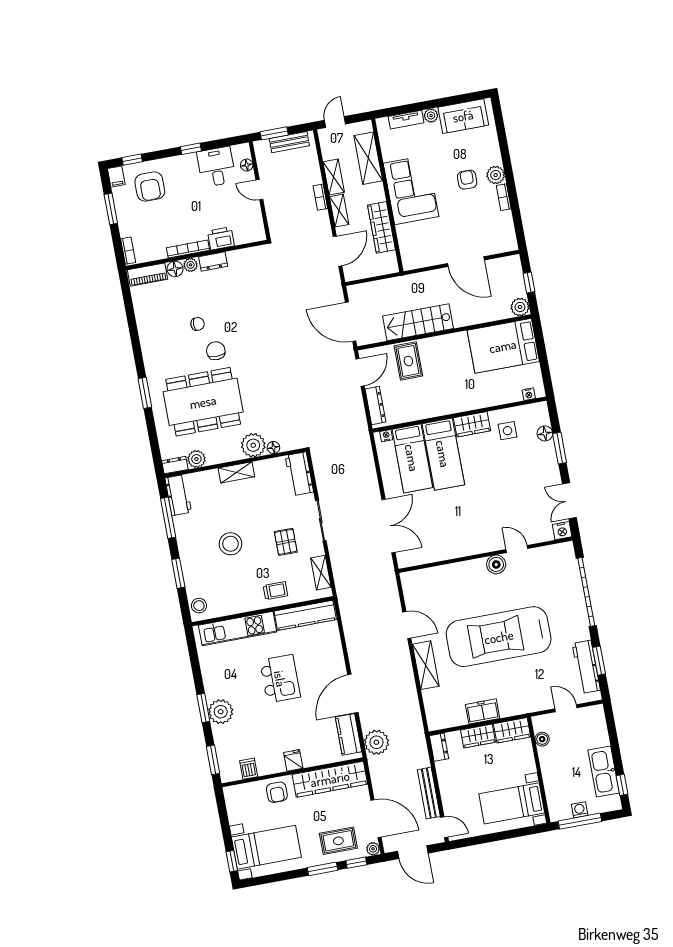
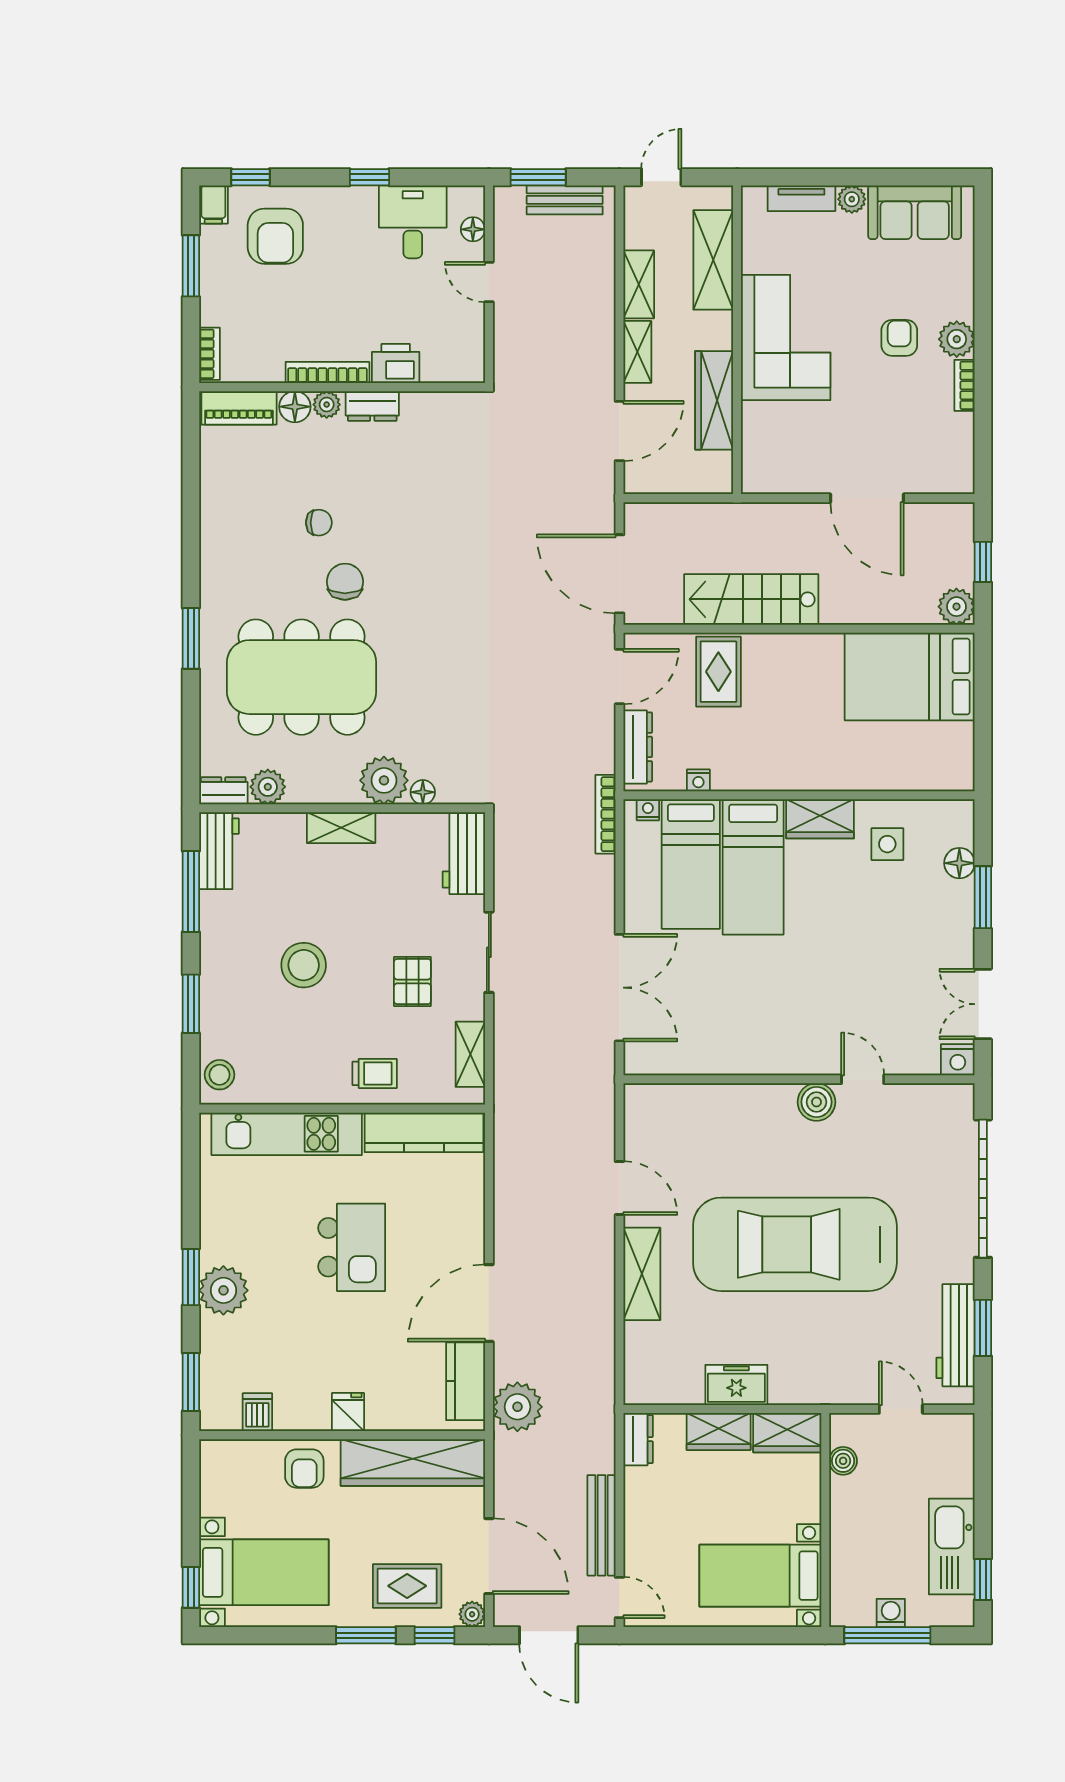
bookcase: (320, 197) -> (606, 814), moved, width x1.56
nightstand: (529, 394) -> (698, 780), moved

